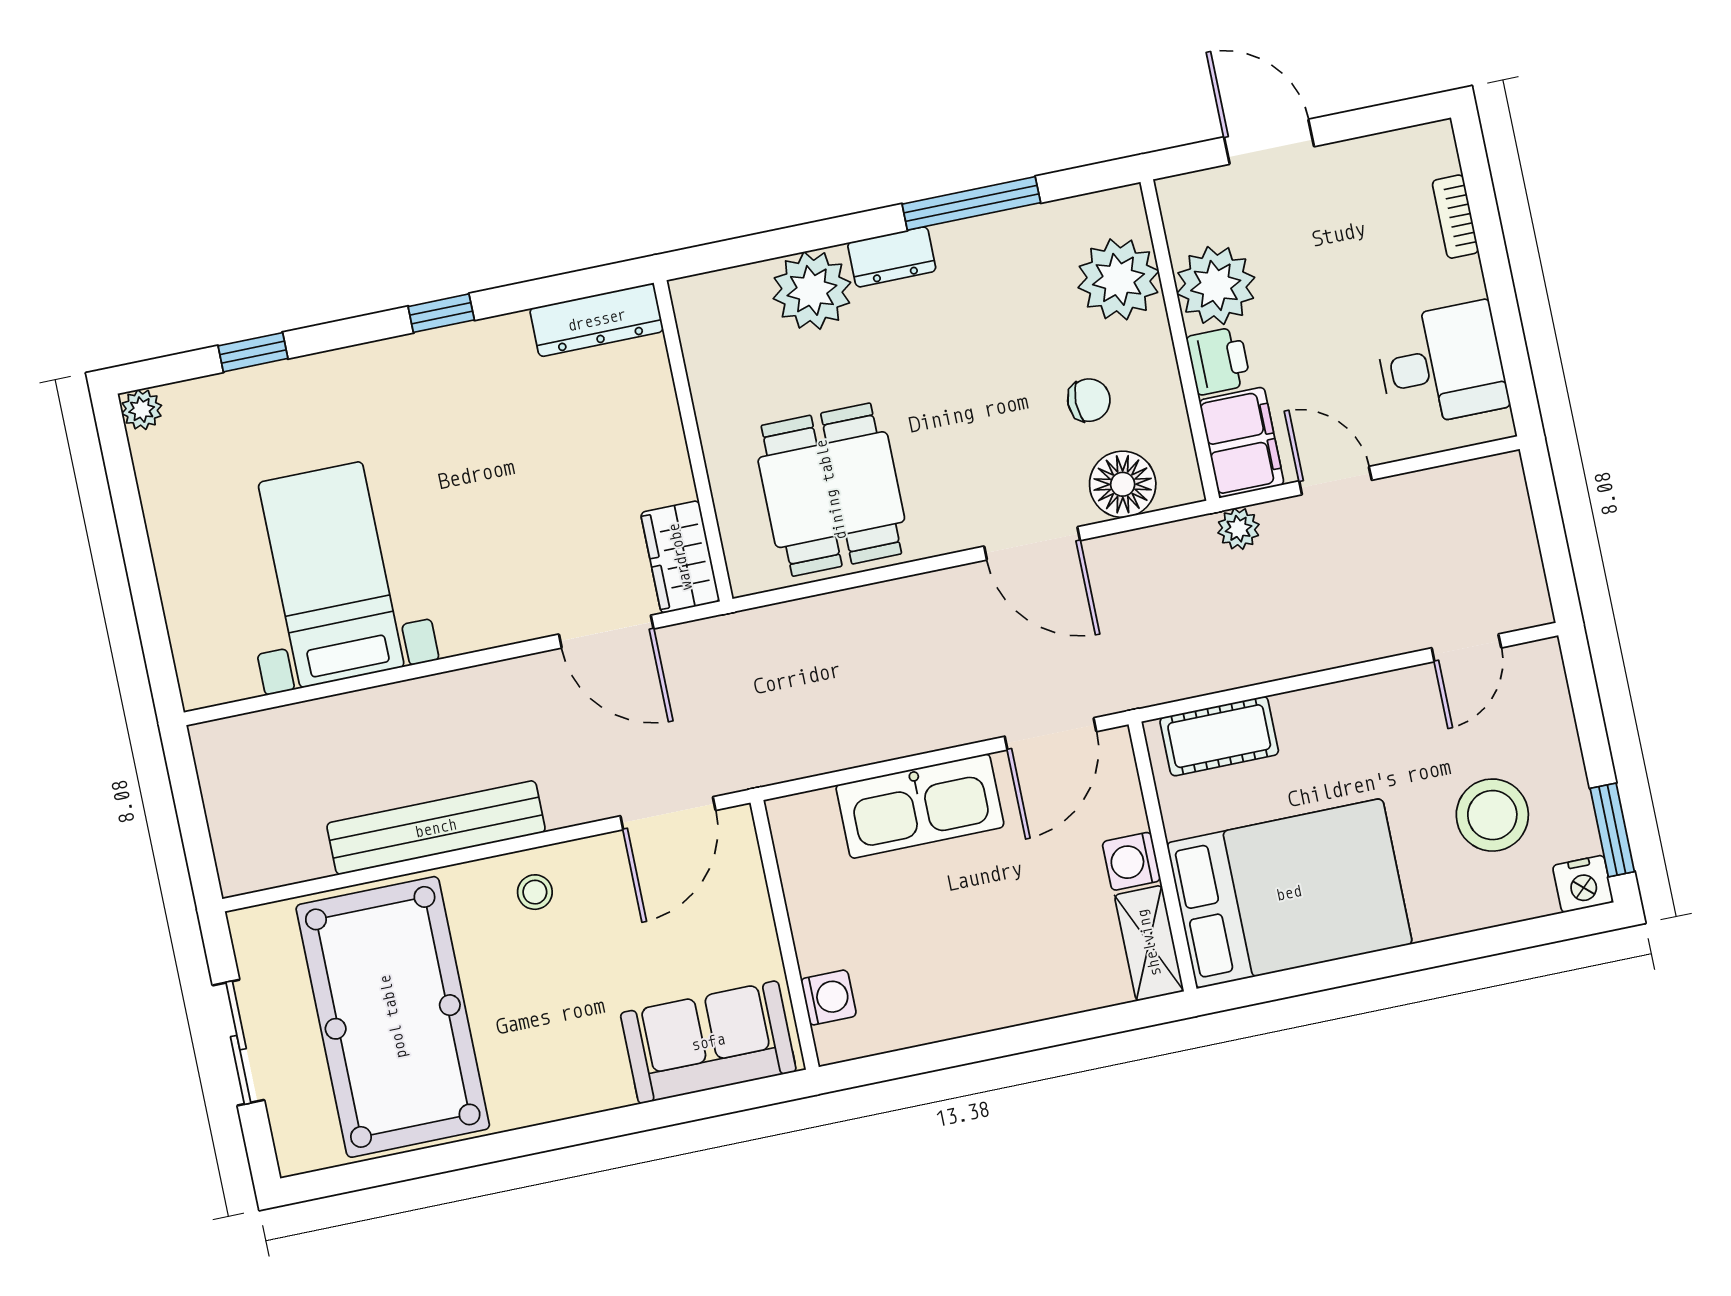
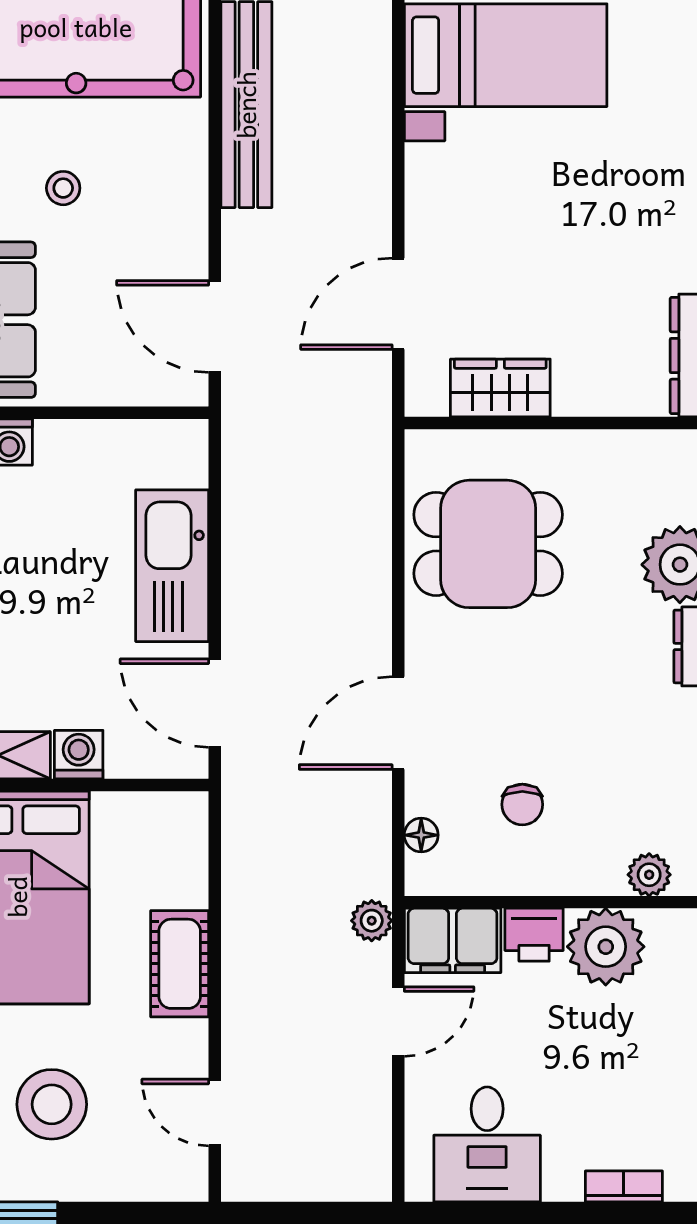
plant: (1118, 279) -> (649, 875), width x0.53, depth x0.53
floor lamp: (1123, 484) -> (421, 835), width x0.53, depth x0.53
wardrobe: (680, 557) -> (500, 388), moved
cot: (1219, 736) -> (180, 964), moved
stool: (535, 892) -> (63, 188), moved

